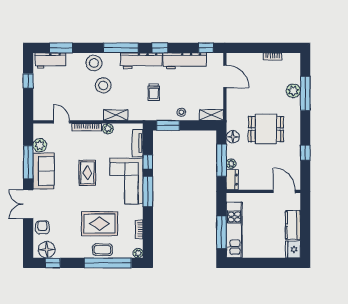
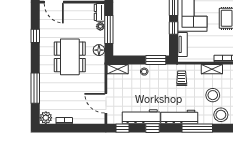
window: (160, 48) -> (153, 128), moved
plant: (293, 91) -> (46, 118), moved
trolley: (154, 92) -> (182, 78), moved
shelving: (116, 115) -> (212, 69), moved
plant: (108, 129) -> (209, 57), removed
dining table: (266, 129) -> (70, 57), width x1.38

